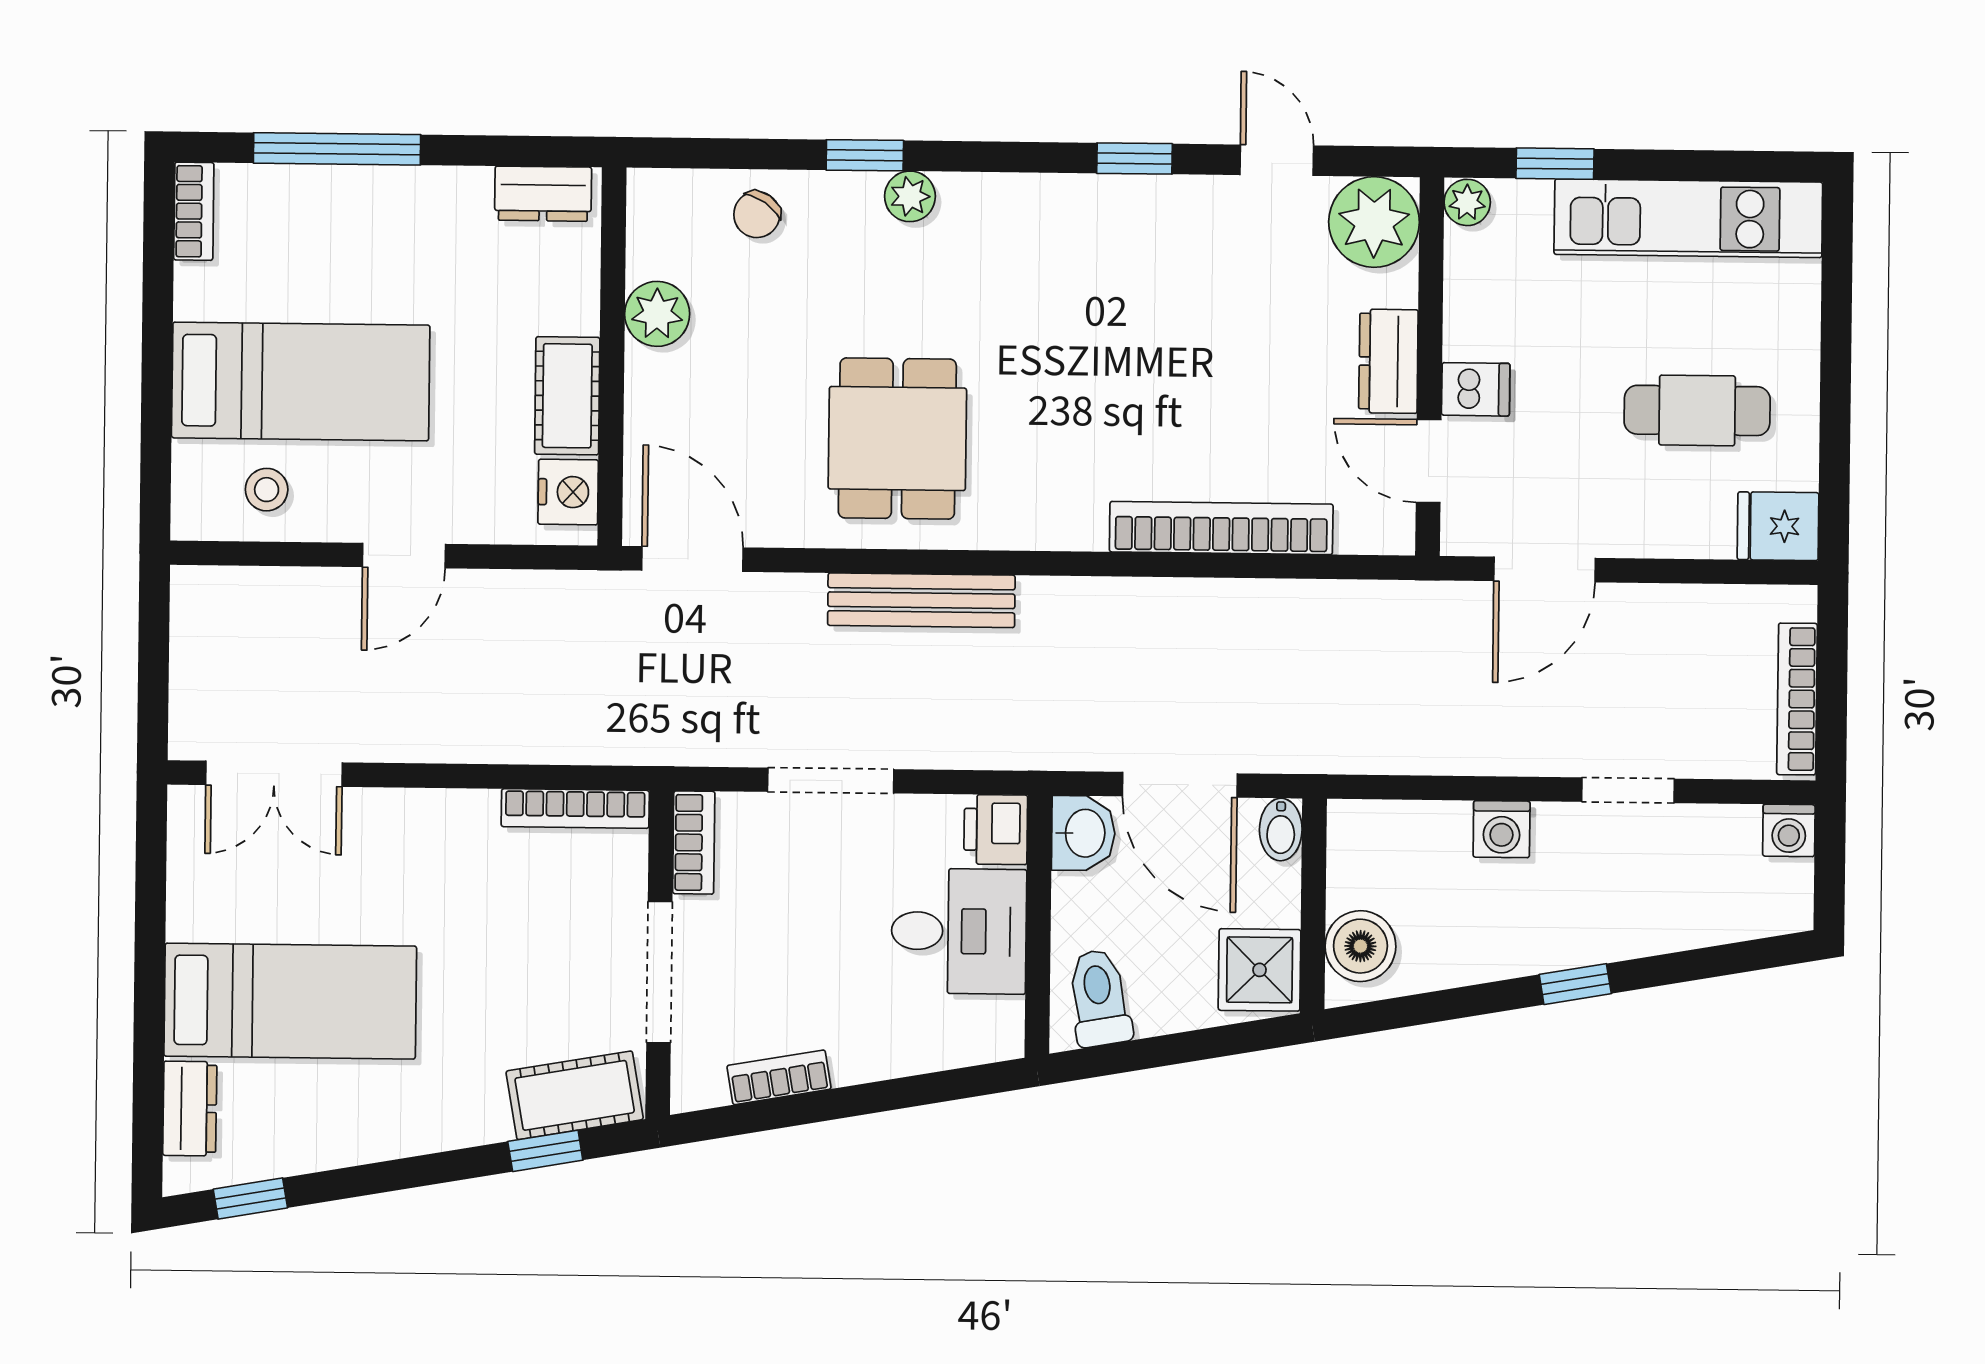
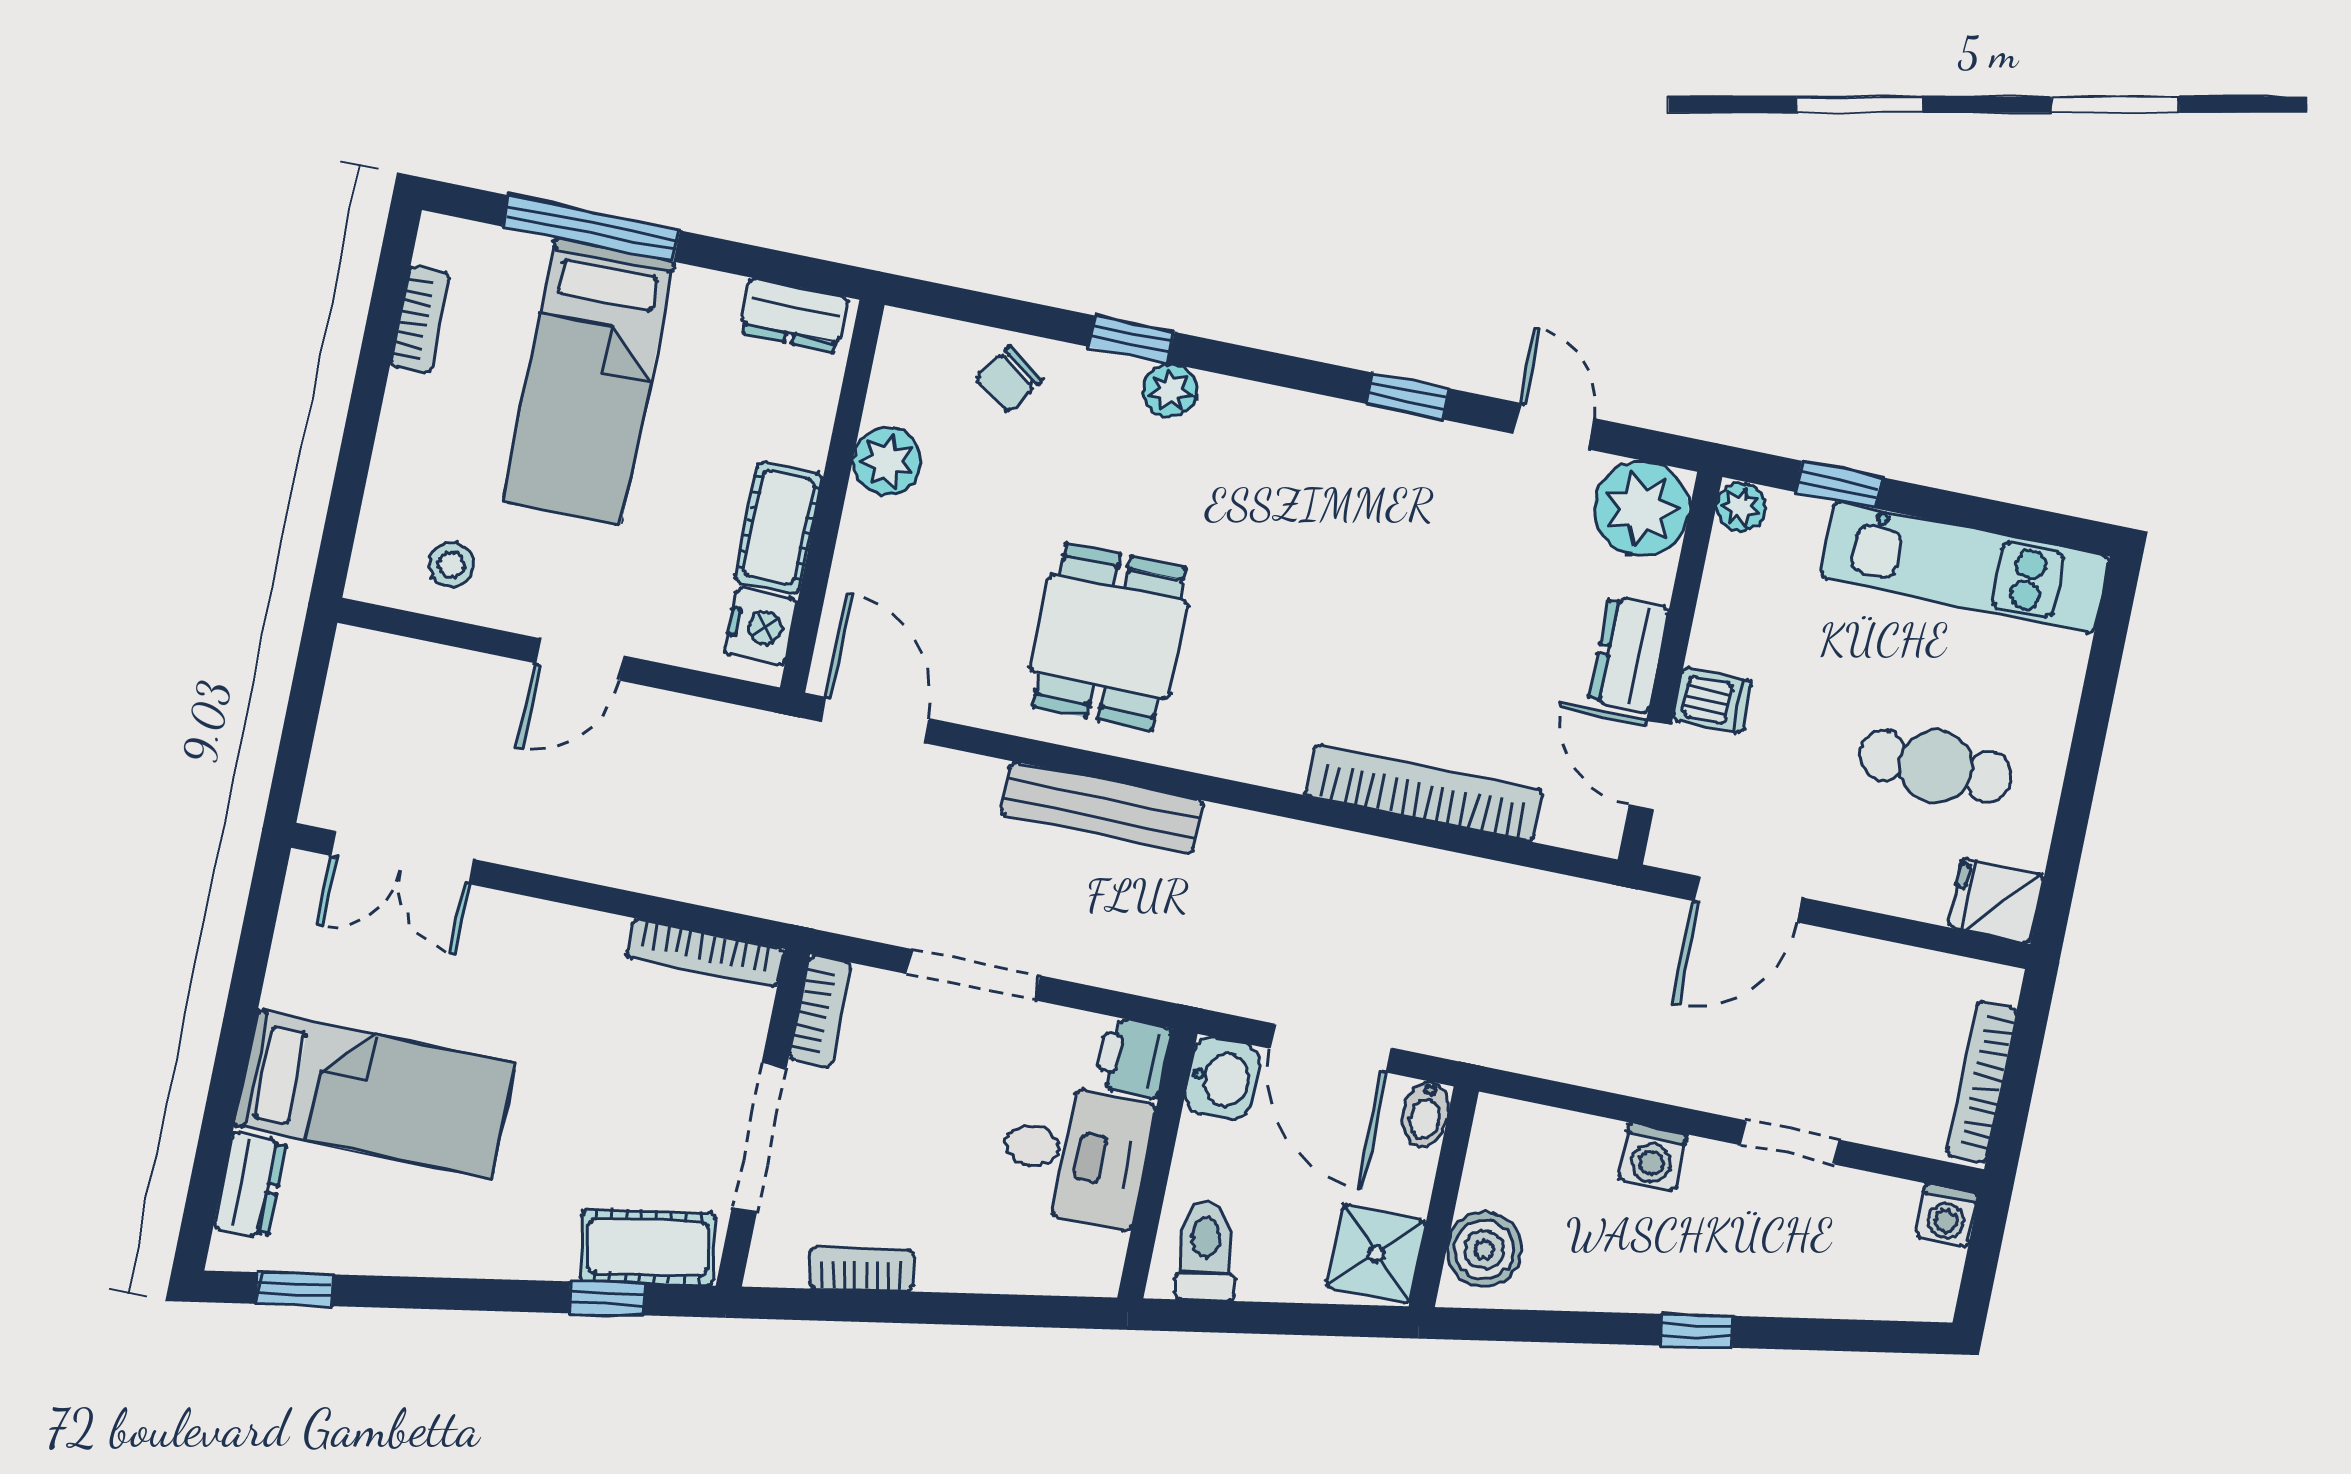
bookcase: (194, 211) -> (420, 320), moved
bed: (301, 381) -> (588, 381), moved, turned 90

